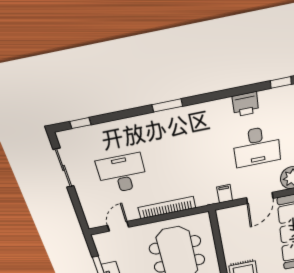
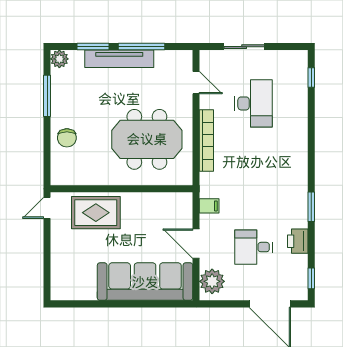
window: (167, 105) -> (311, 207), moved
desk: (257, 147) -> (254, 247), width x0.73
sliding door: (64, 168) -> (244, 47), moved

